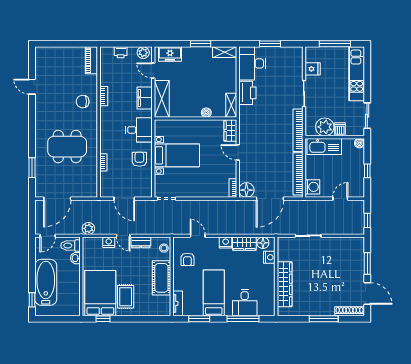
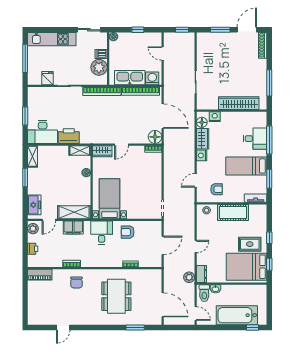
kitchen sink: (324, 146) -> (130, 78), moved, turned -90
bed with nightstands: (177, 155) -> (110, 199), moved
nightstand: (109, 242) -> (201, 259), removed
dresser: (141, 242) -> (202, 274), moved
window: (133, 319) -> (269, 238), added
window: (324, 319) -> (269, 83), moved

